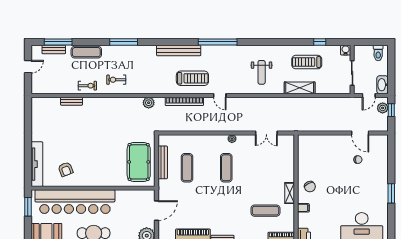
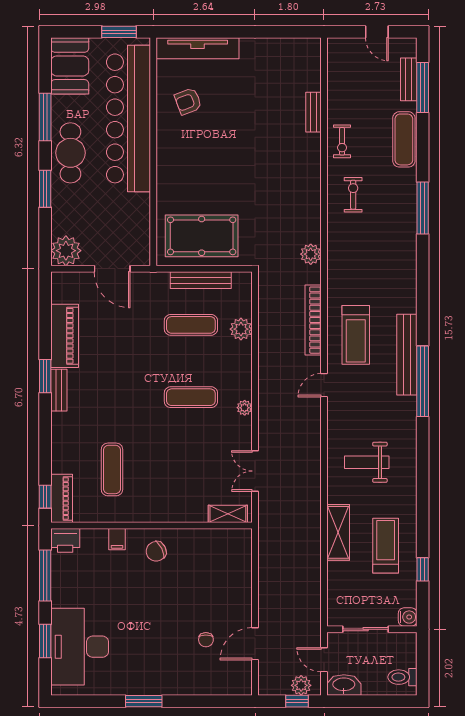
bench: (179, 50) -> (407, 355), moved
plant: (189, 141) -> (241, 329), added
shelving: (290, 193) -> (228, 514), moved

